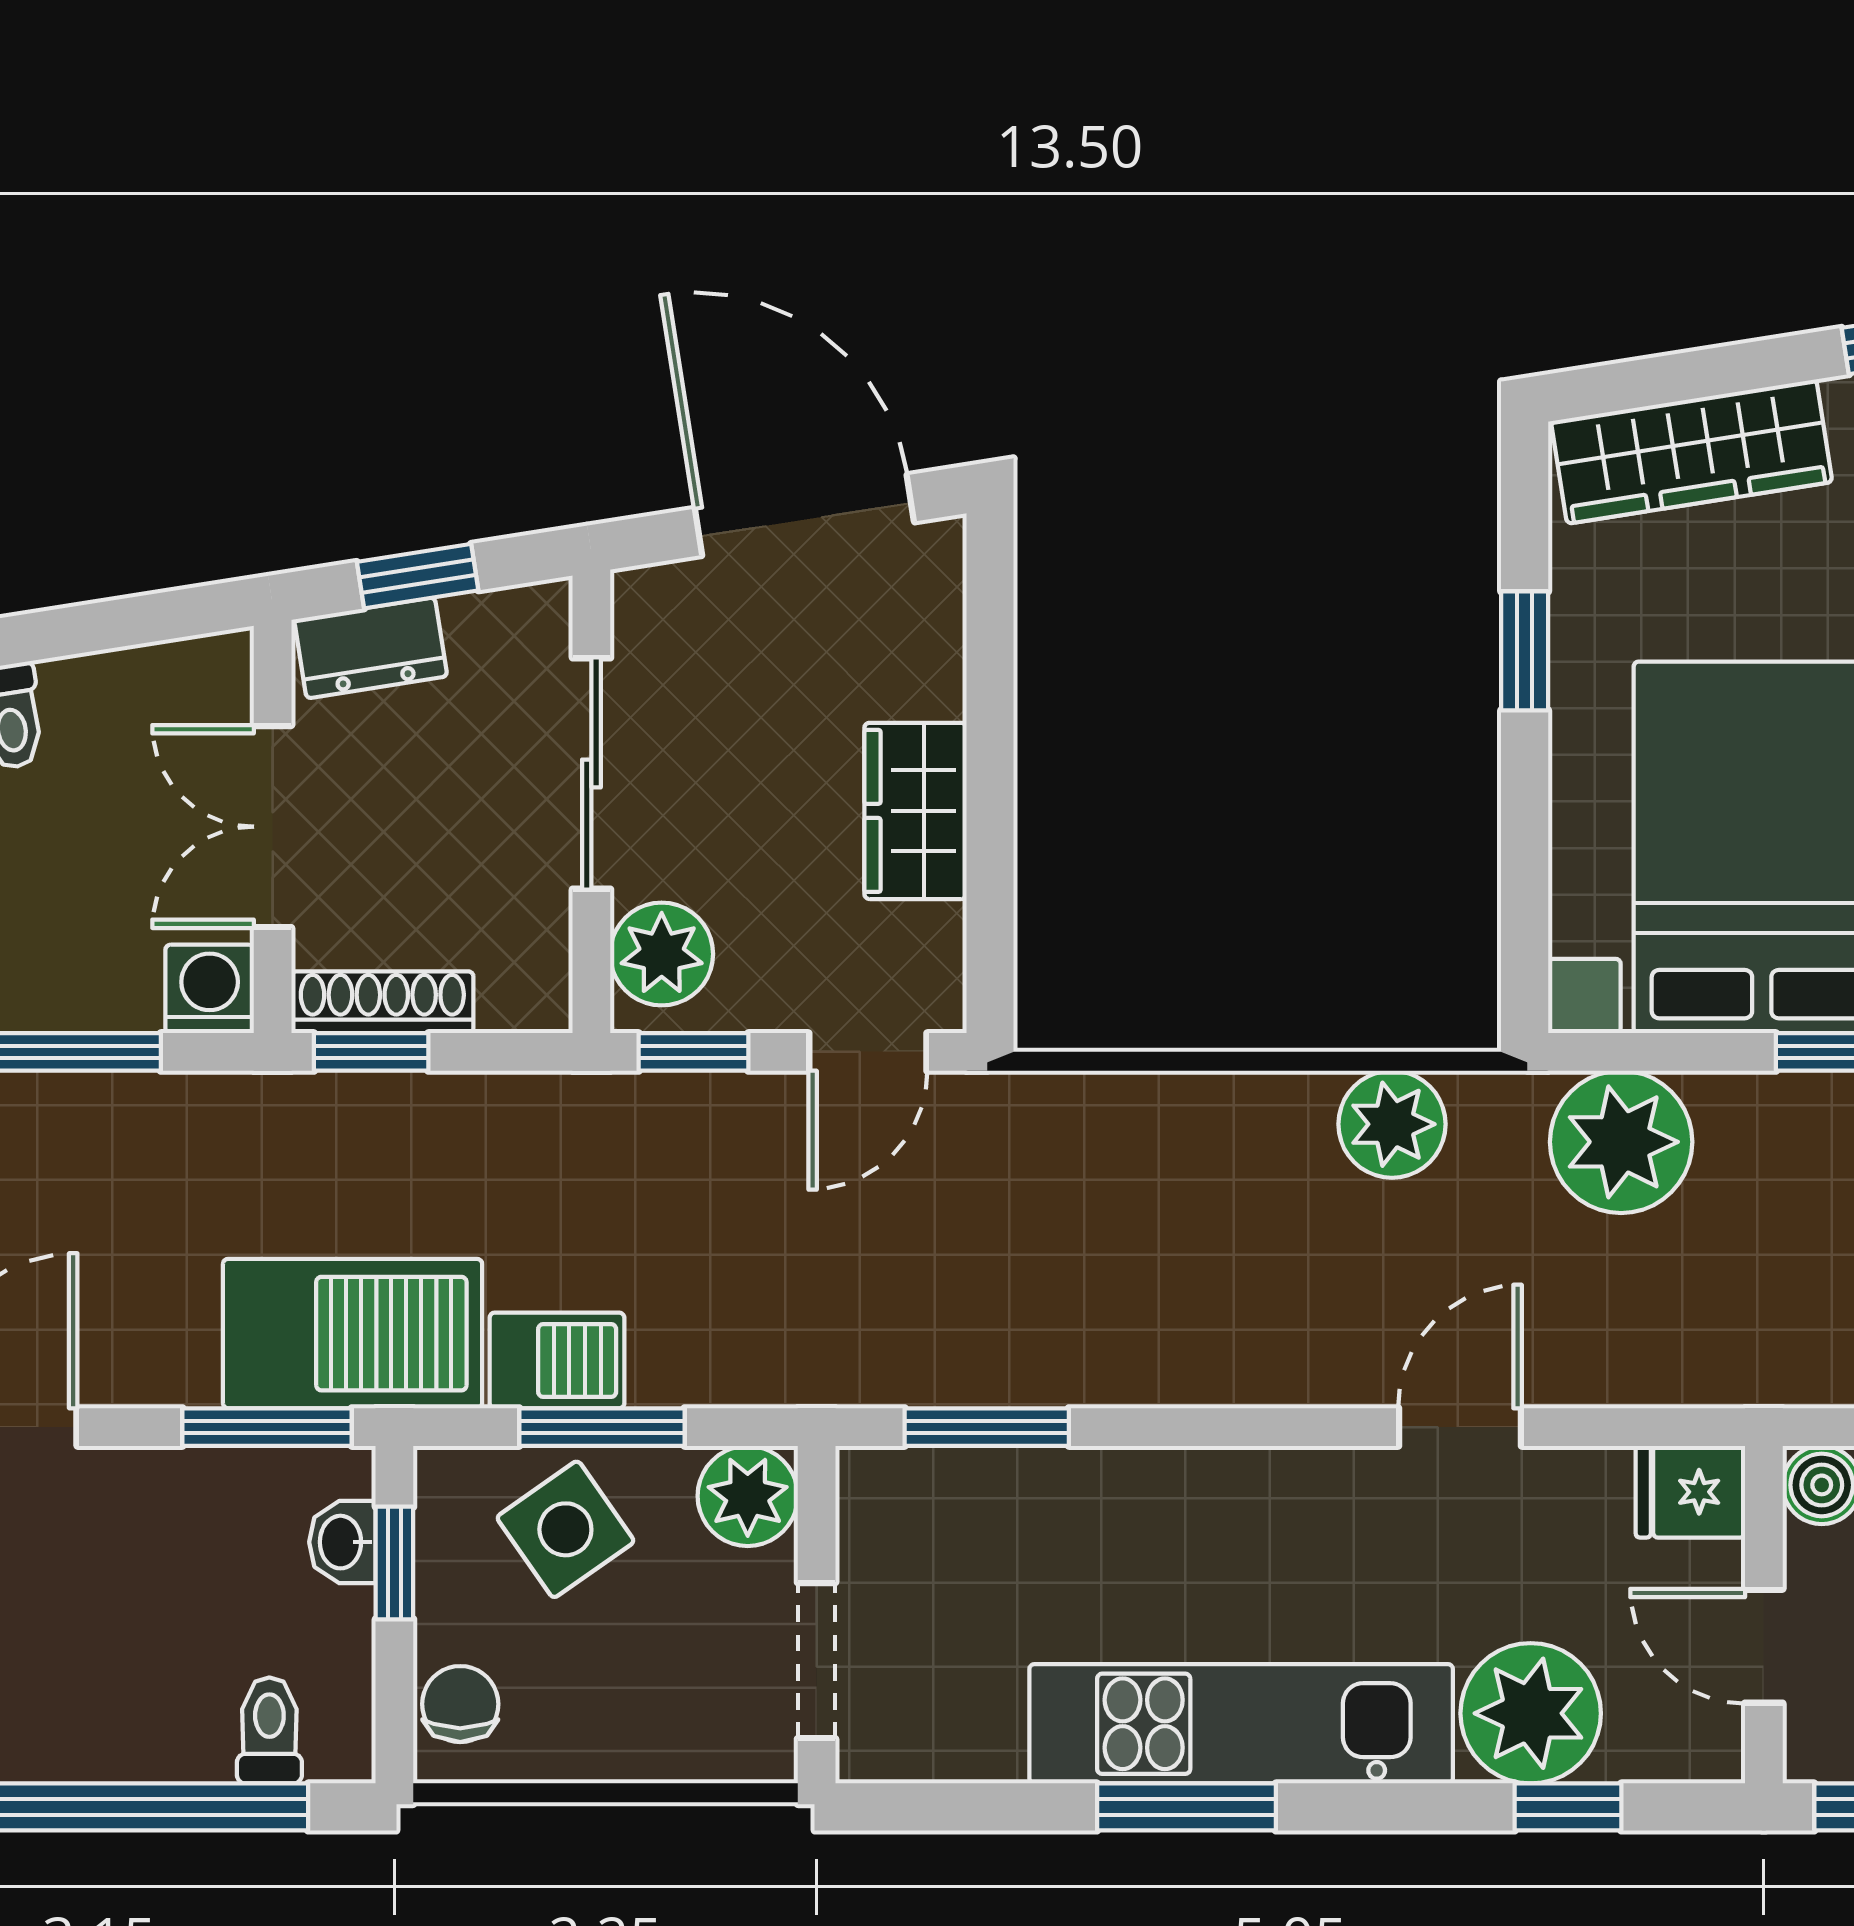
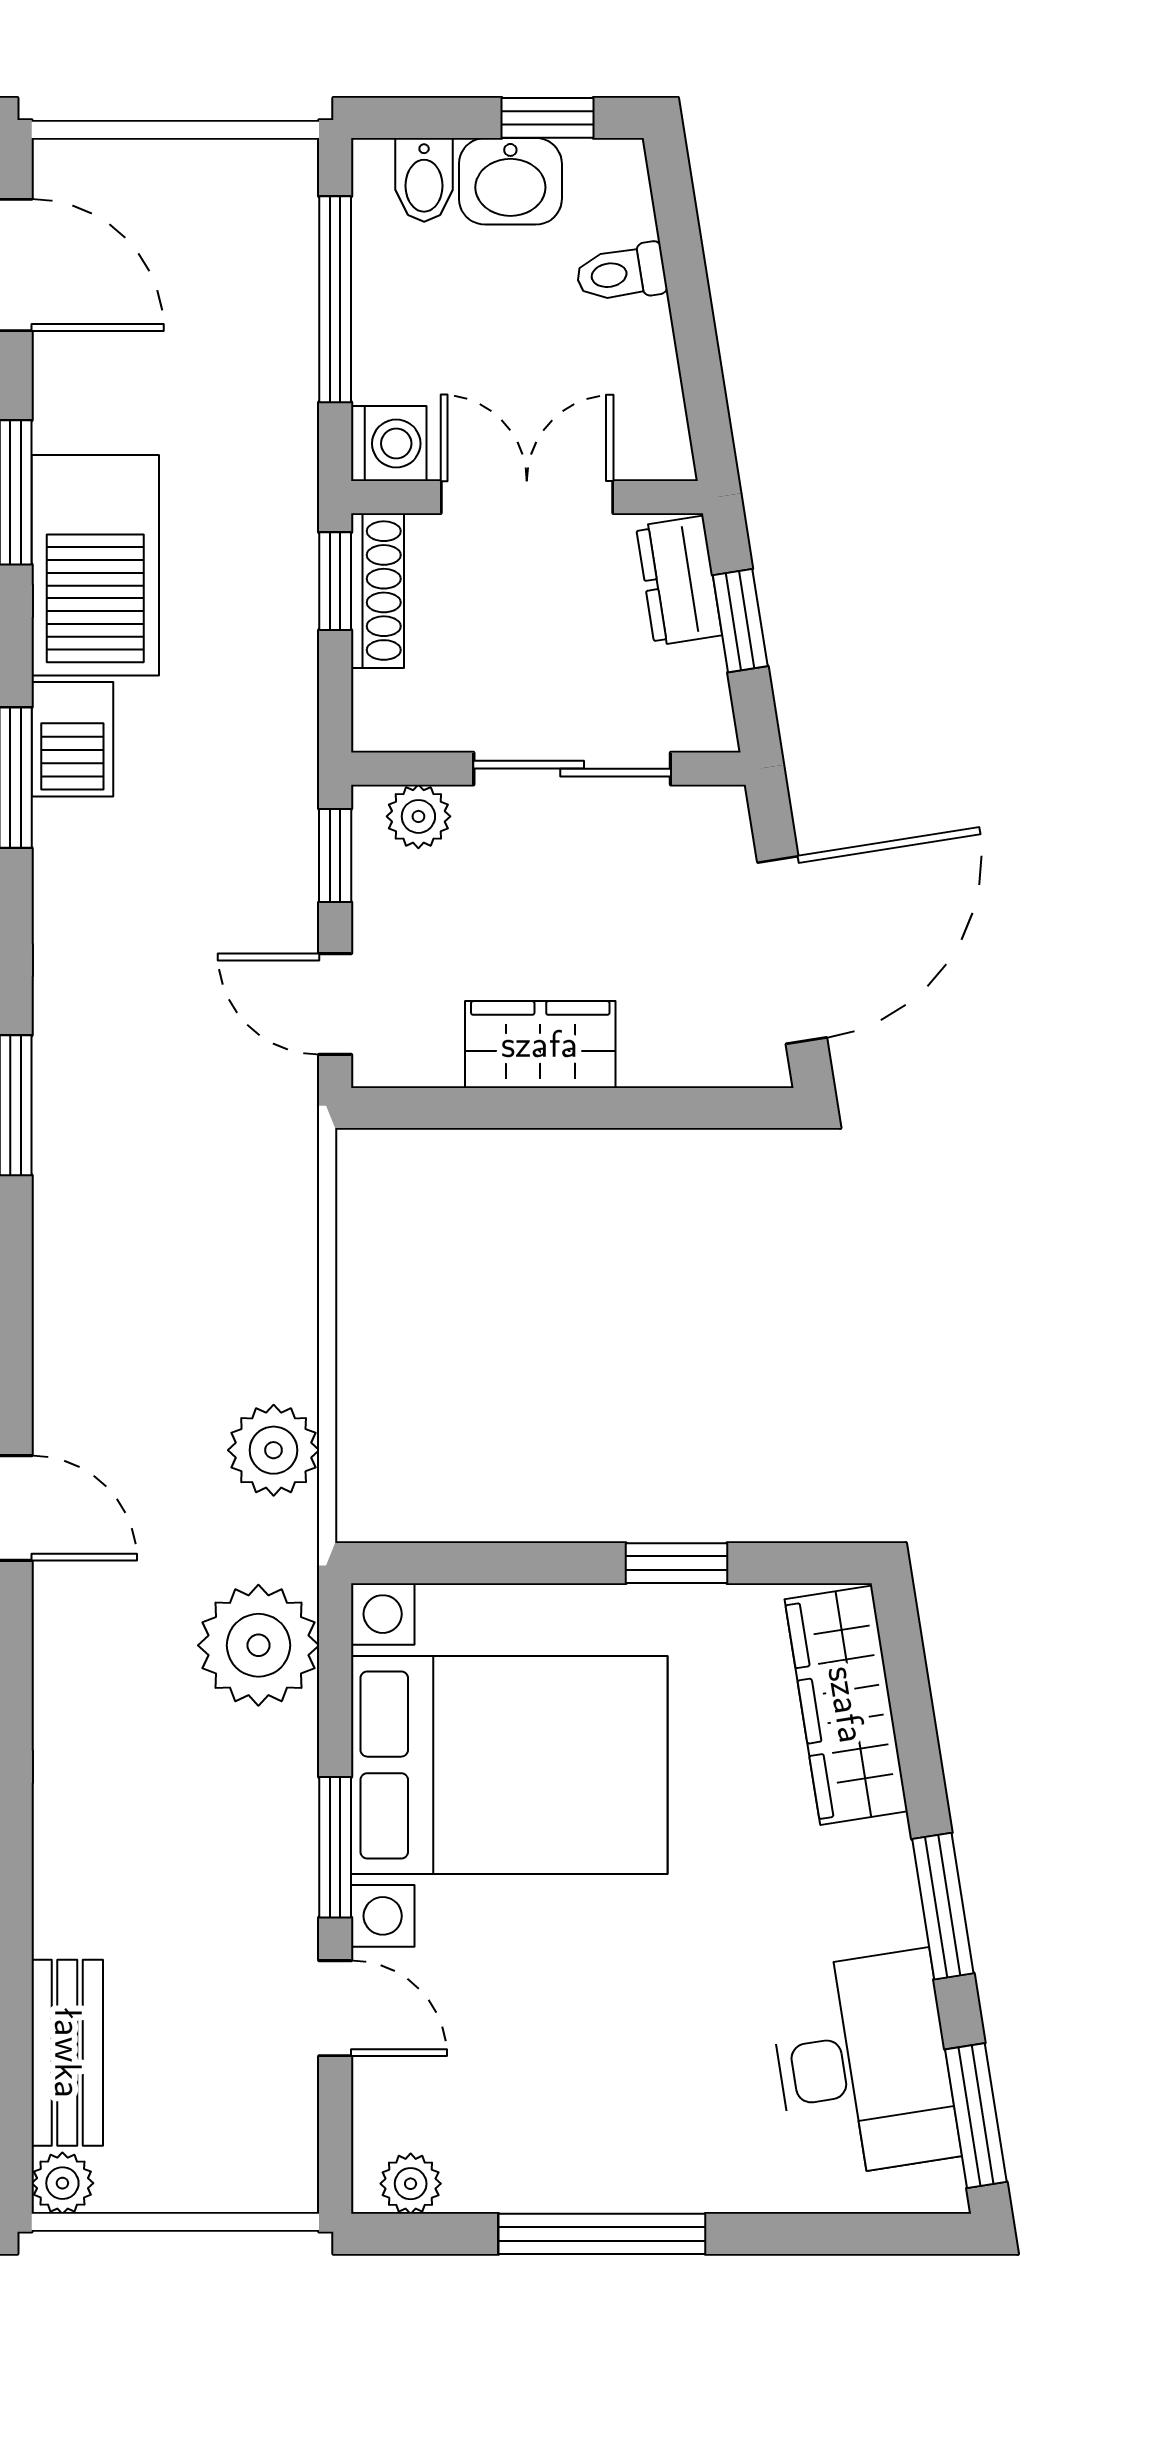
plant: (662, 954) -> (418, 816), width x0.73, depth x0.73

